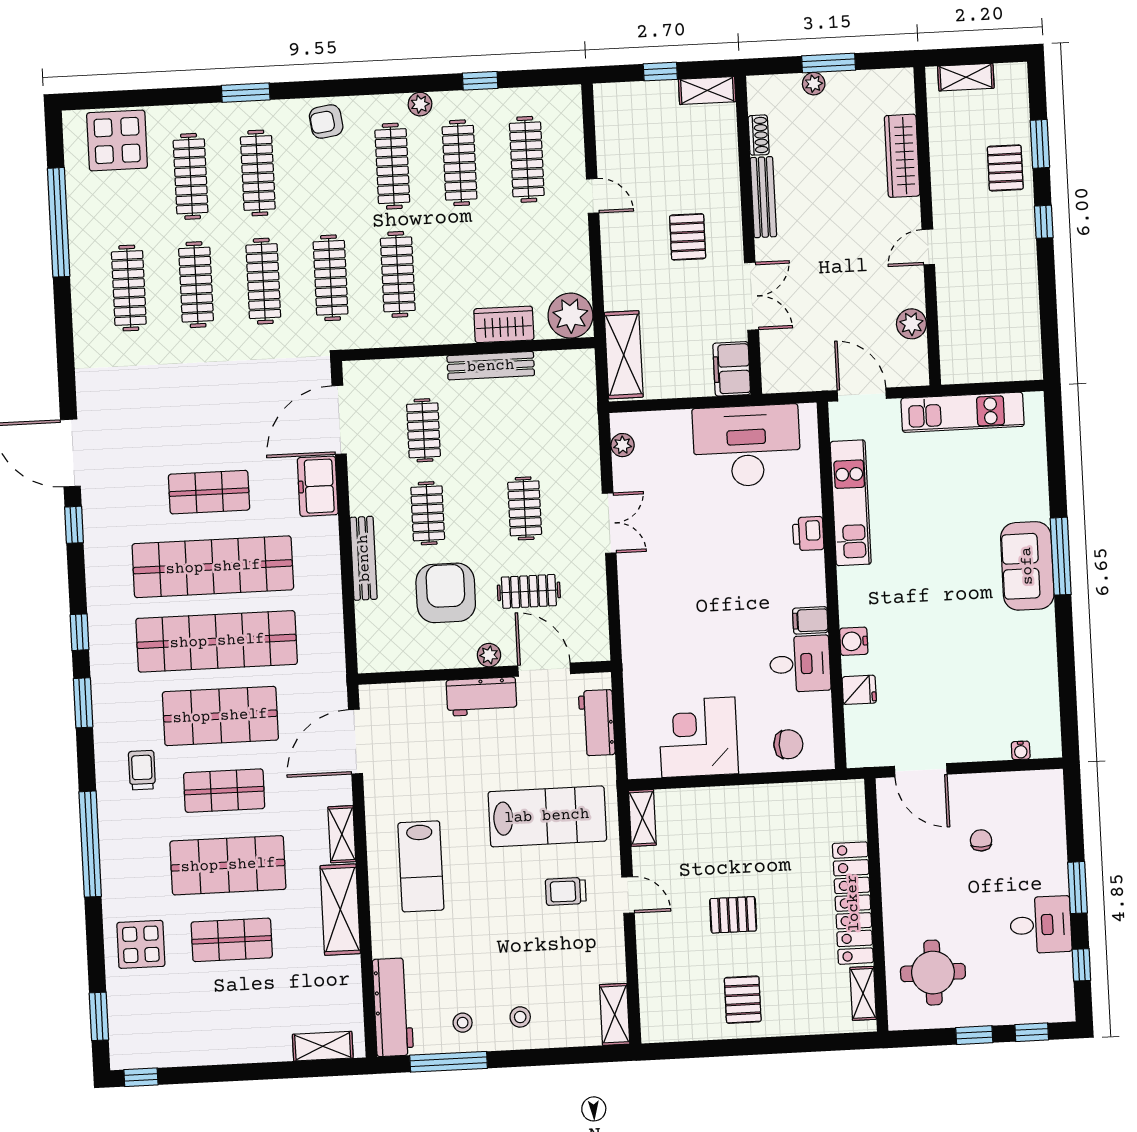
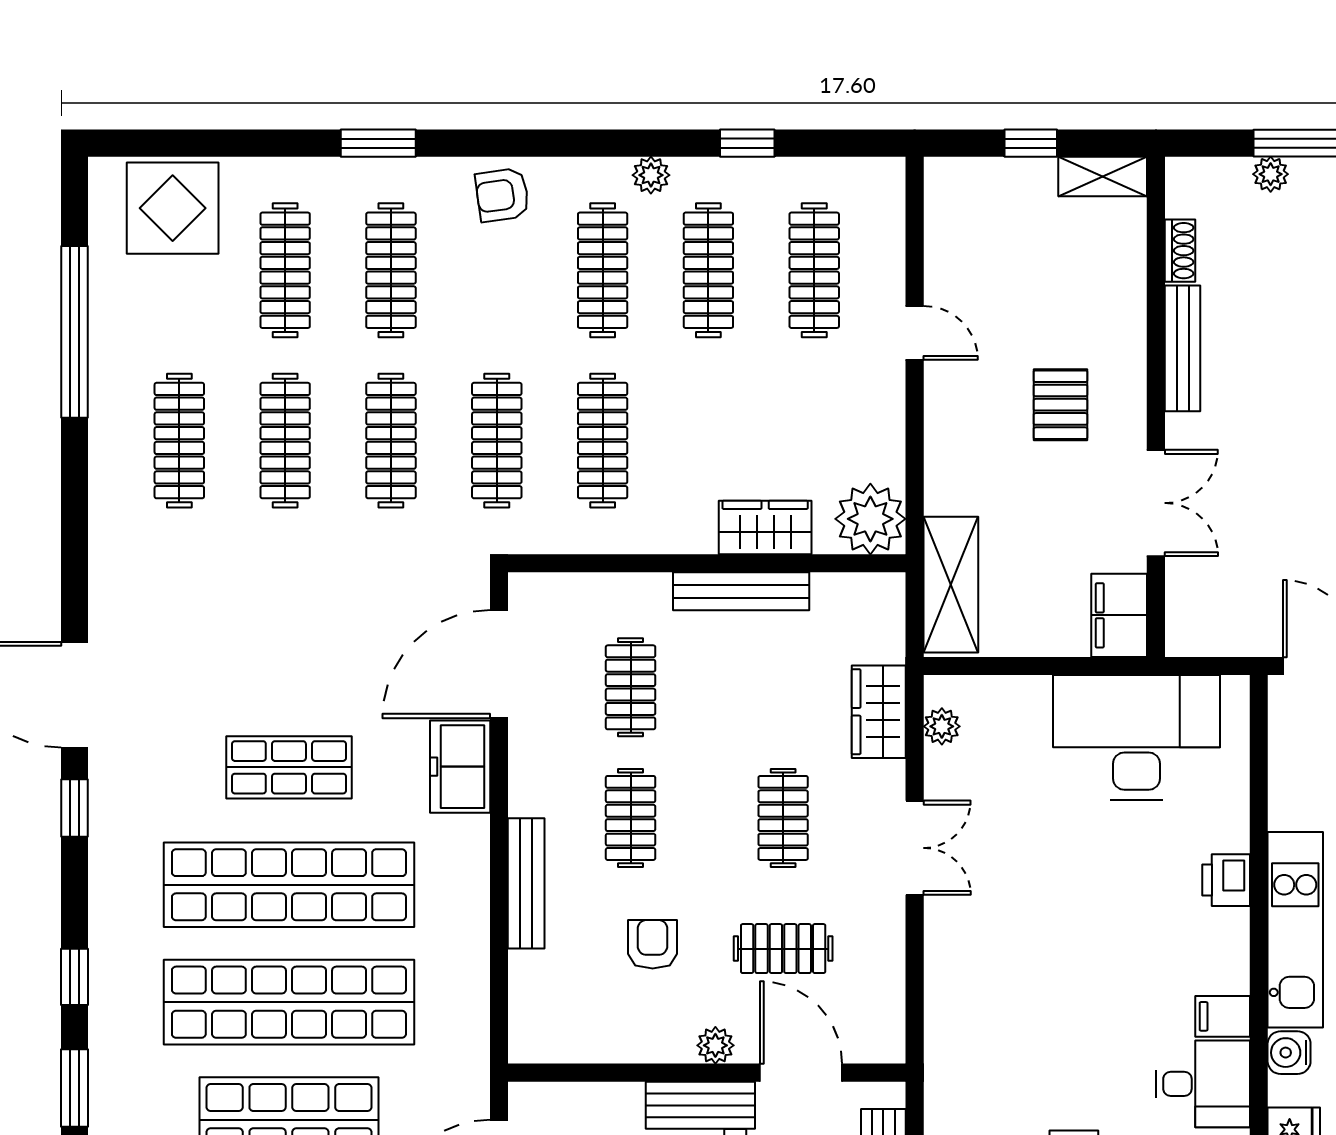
wardrobe: (582, 438) -> (879, 712), added
kitchen unit: (851, 503) -> (1295, 930), moved
armchair: (446, 593) -> (653, 944), width x0.53, depth x0.53

